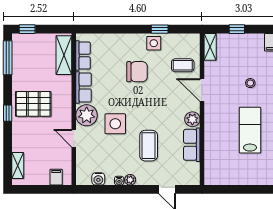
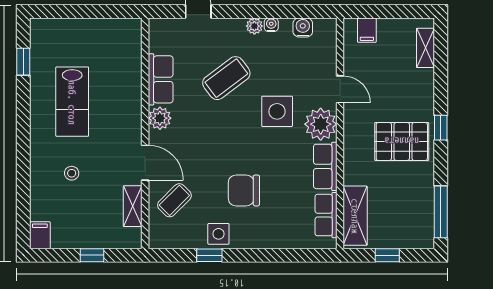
window: (27, 29) -> (387, 255), moved
shelving: (210, 47) -> (133, 206), moved
coffee table: (183, 65) -> (174, 200), turned -45
coffee table: (149, 146) -> (226, 78), turned 53

